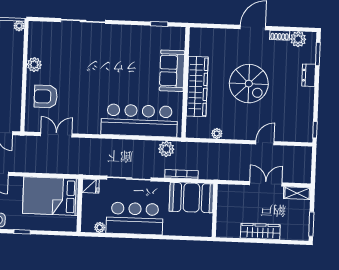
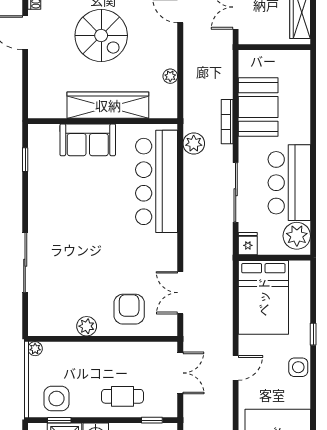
spiral stairs: (249, 84) -> (101, 36), turned 90
armchair: (46, 96) -> (129, 309), turned 180
wall: (215, 211) -> (274, 47), moved
plant: (100, 227) -> (297, 236), width x1.88, depth x1.88

